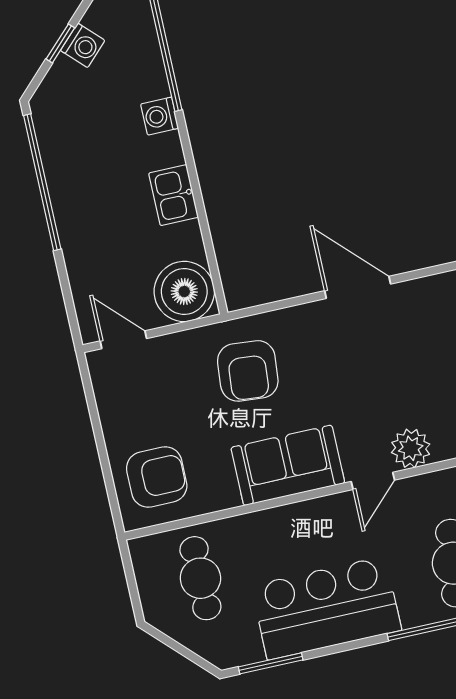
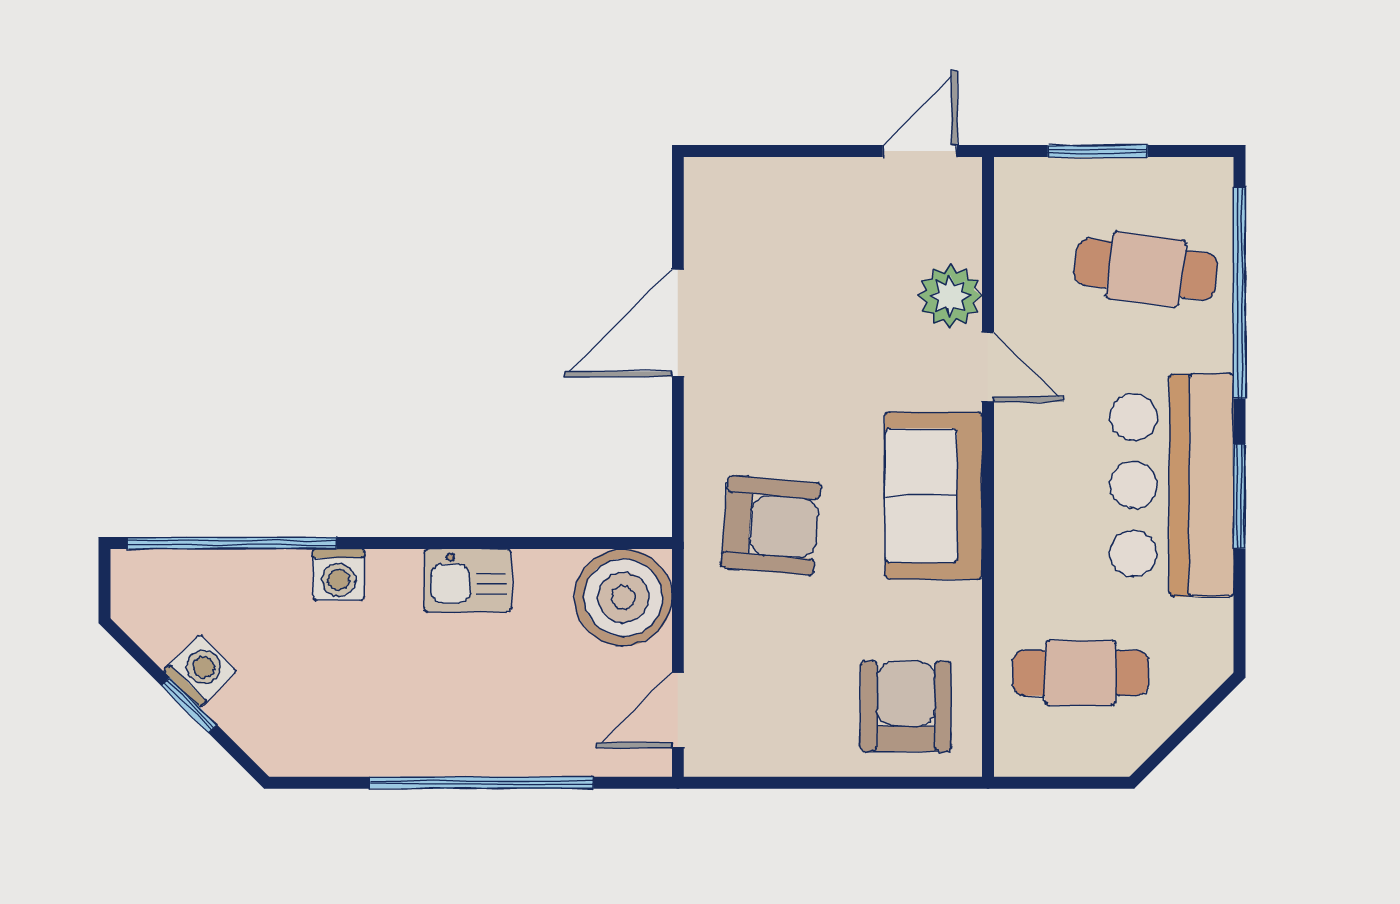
window: (42, 182) -> (482, 783), moved
window: (271, 663) -> (1239, 496), moved

